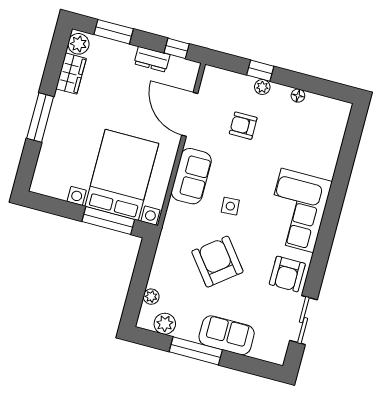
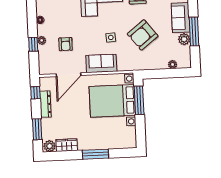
dresser: (152, 59) -> (45, 104), width x1.44
plant: (165, 324) -> (184, 39), moved

